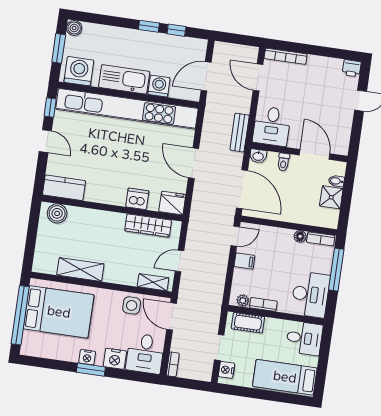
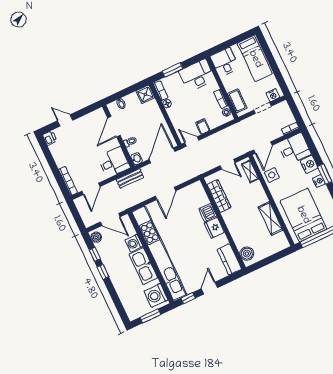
boiler: (74, 28) -> (96, 237), moved
shower: (331, 197) -> (145, 94), moved
fridge: (172, 203) -> (214, 228), moved
window: (336, 270) -> (173, 70), width x0.69

